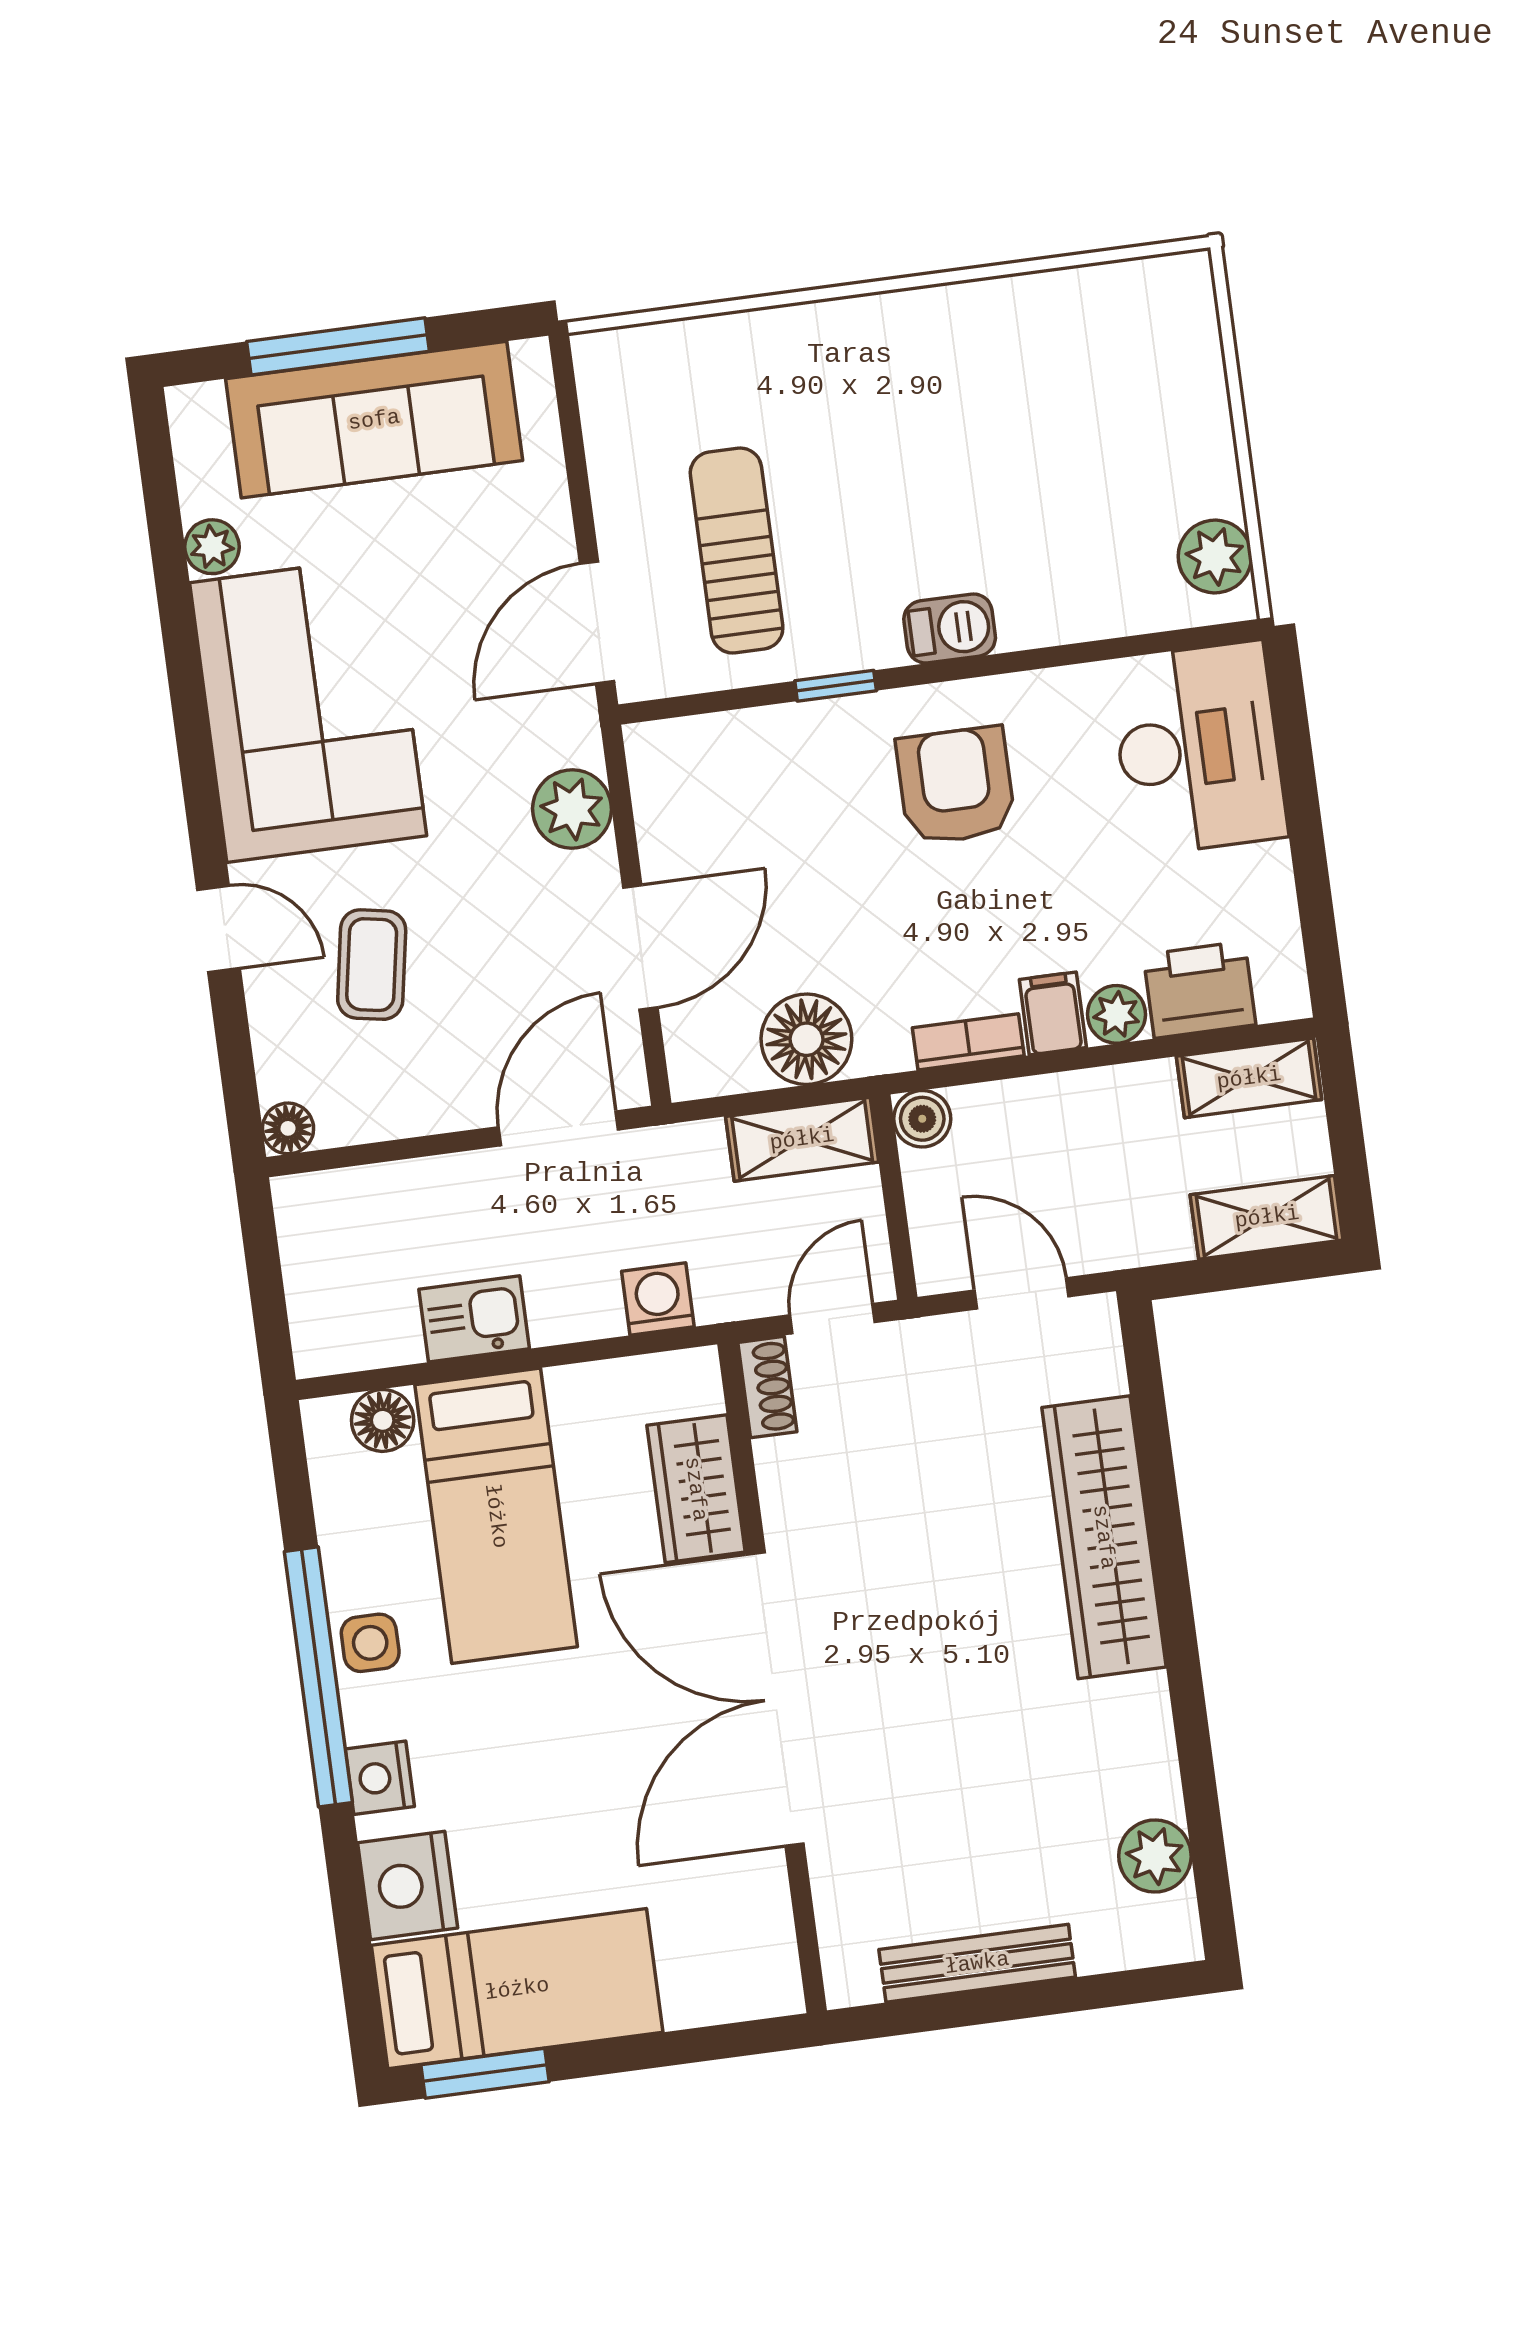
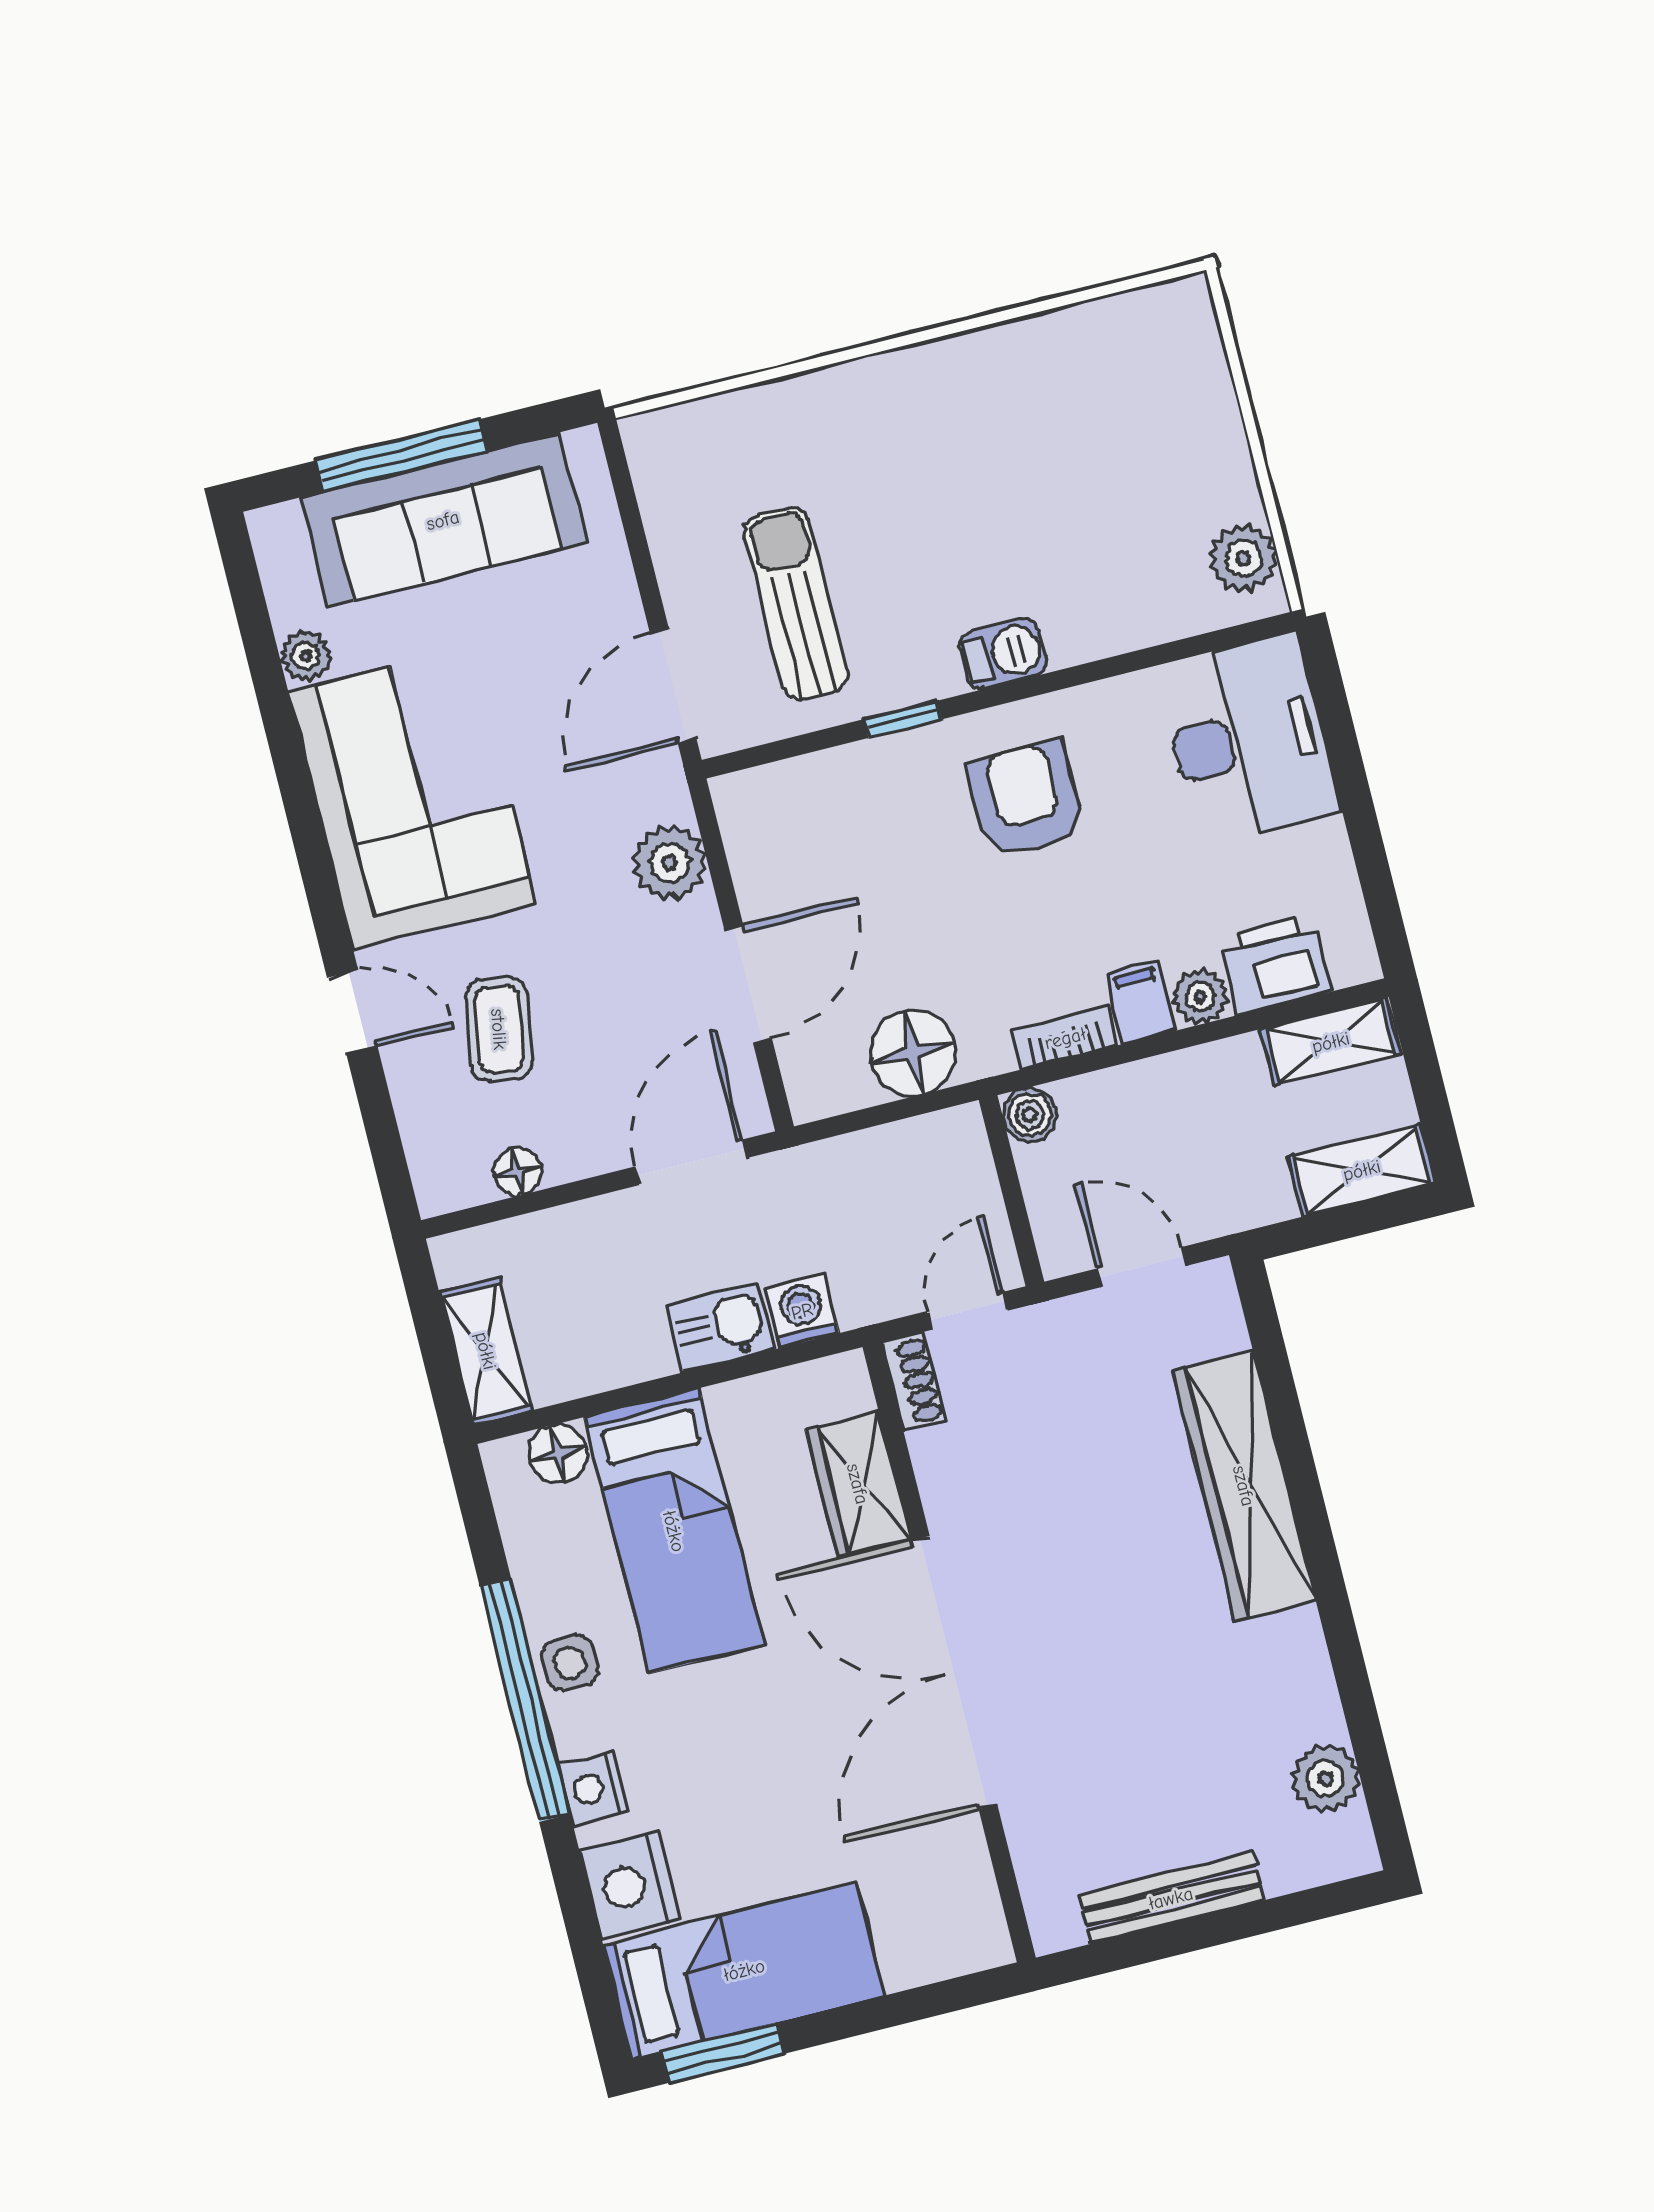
floor lamp: (288, 1128) -> (518, 1171), moved
shelving: (802, 1139) -> (486, 1351), moved, turned 90
kitchen sink: (474, 1319) -> (720, 1327), moved

